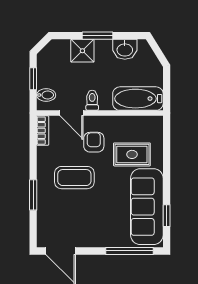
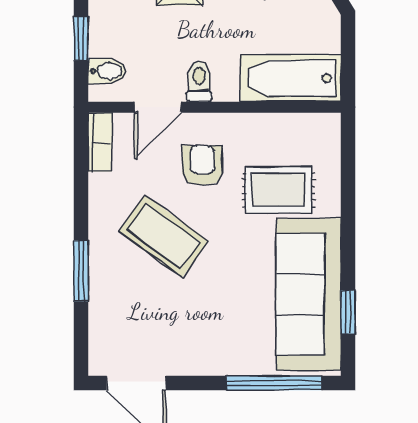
door: (71, 113) -> (158, 107), hinge flipped
coffee table: (74, 178) -> (164, 236), turned 36

